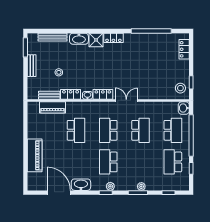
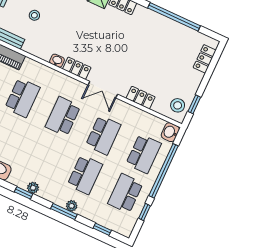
locker: (71, 94) -> (141, 98), moved
double door: (126, 100) -> (103, 90), swing flipped
school desk: (108, 162) -> (85, 175), moved, turned 180

